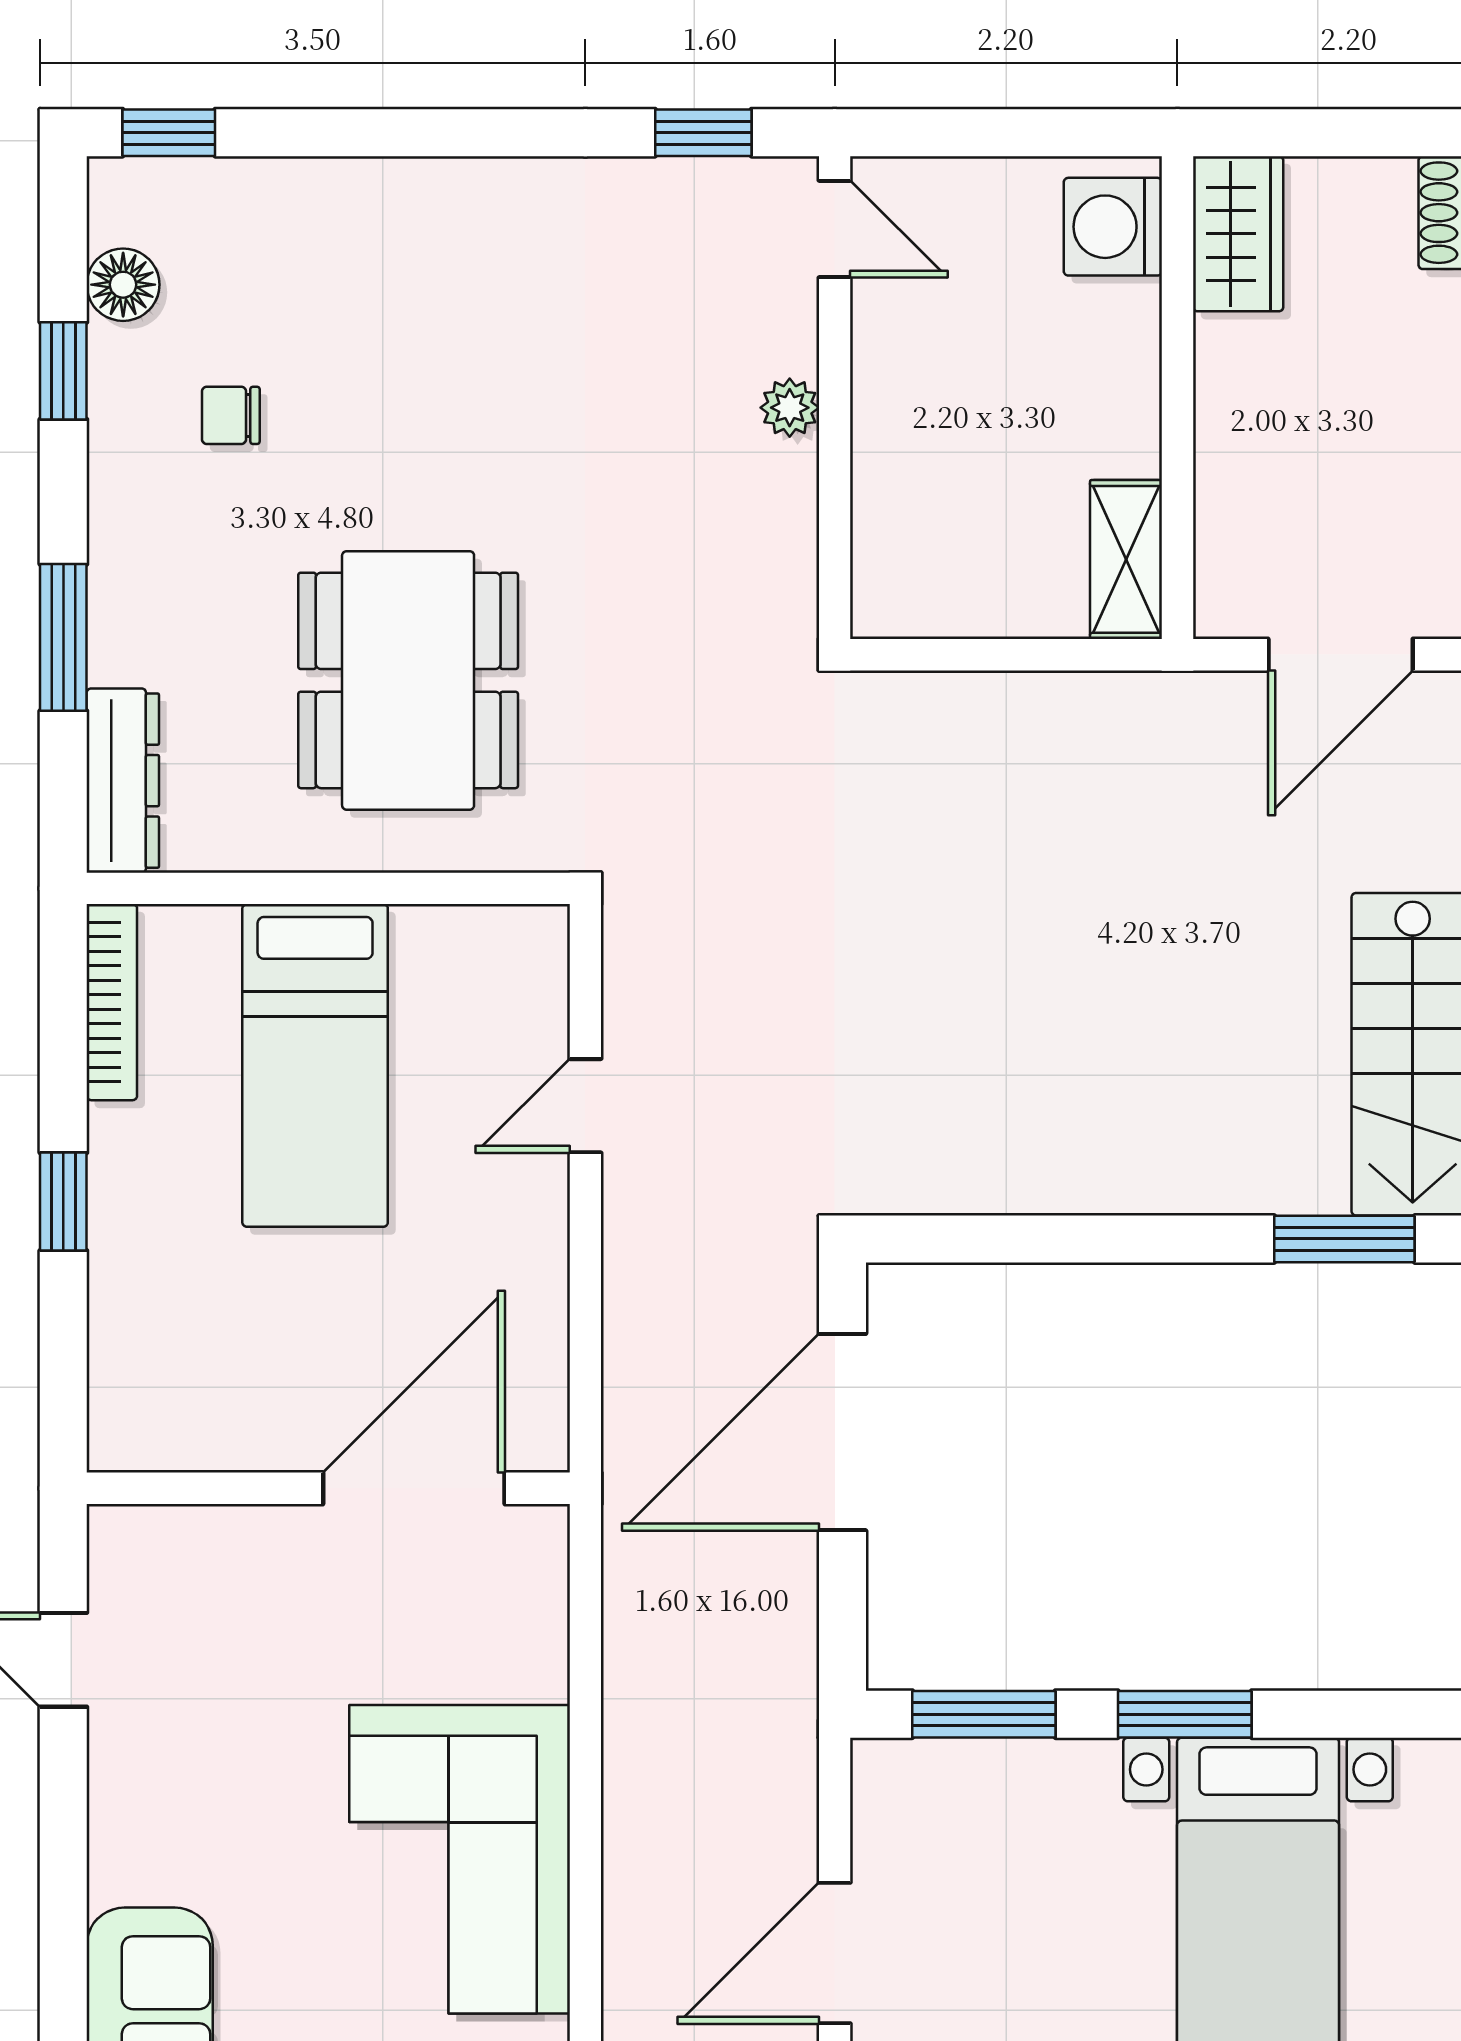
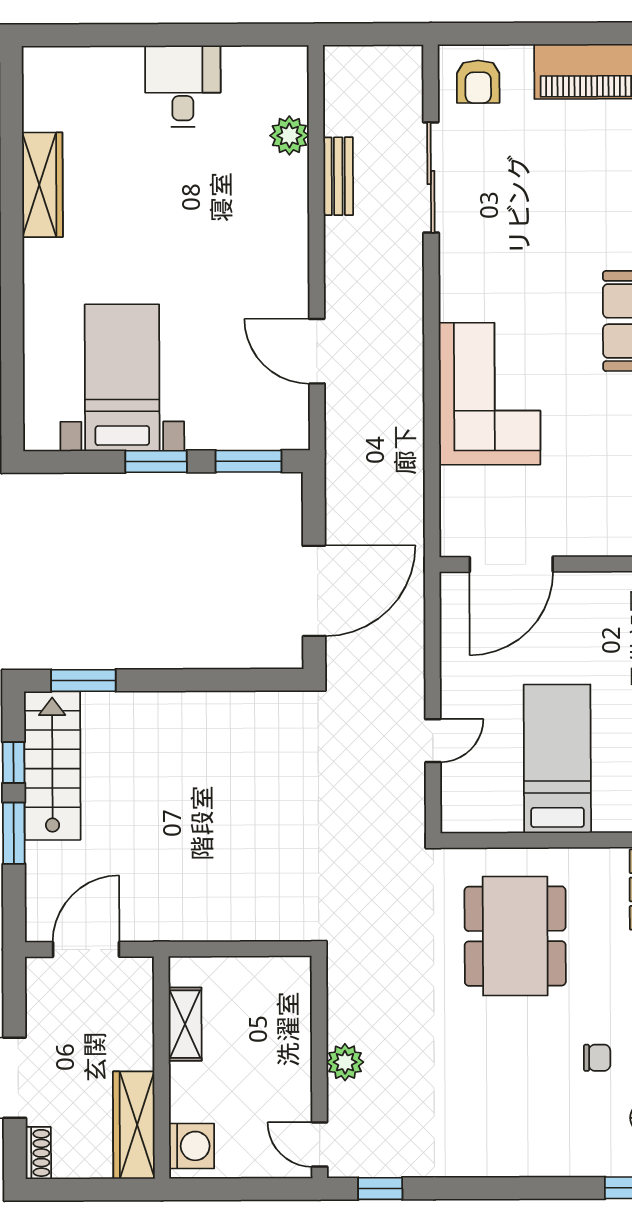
wardrobe: (1238, 234) -> (134, 1125), width x1.50
plant: (790, 408) -> (345, 1062), width x1.38, depth x1.38
shelving: (1126, 559) -> (185, 1024), moved
door: (835, 1953) -> (317, 351), swing flipped

